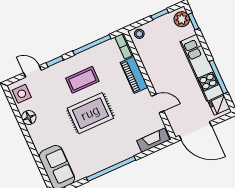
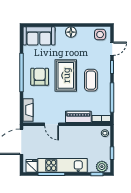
door: (158, 104) -> (52, 124), hinge flipped
floor lamp: (29, 117) -> (71, 32), moved
armchair: (106, 144) -> (40, 77), added

